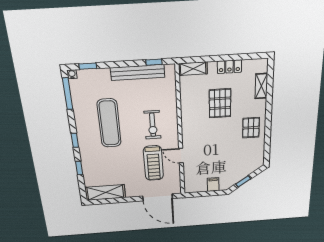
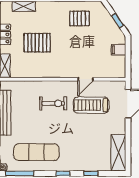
exercise mat: (109, 123) -> (36, 152), moved
pallet: (251, 128) -> (79, 18), moved
treadmill: (153, 163) -> (91, 105), turned 180

